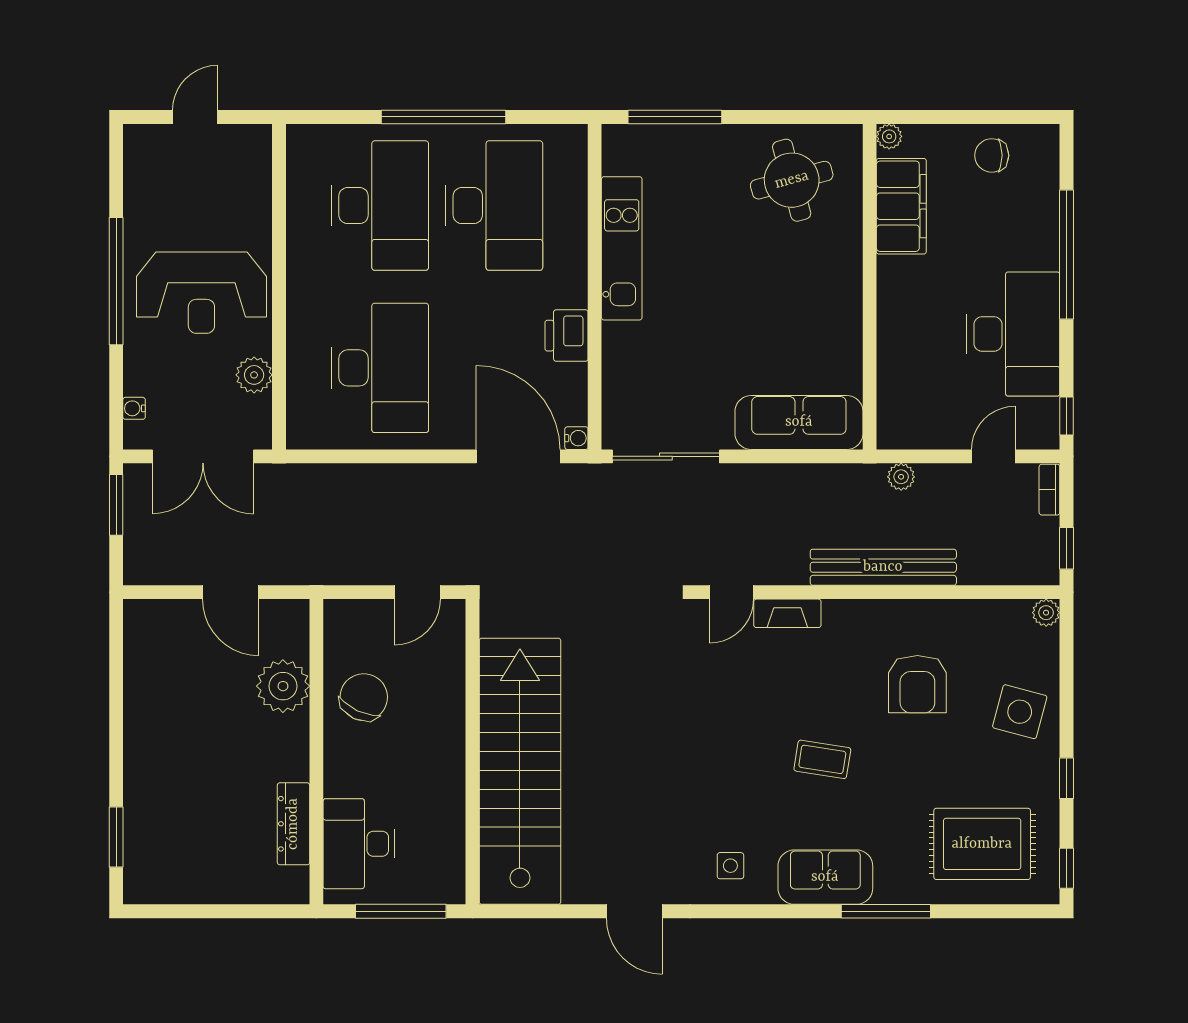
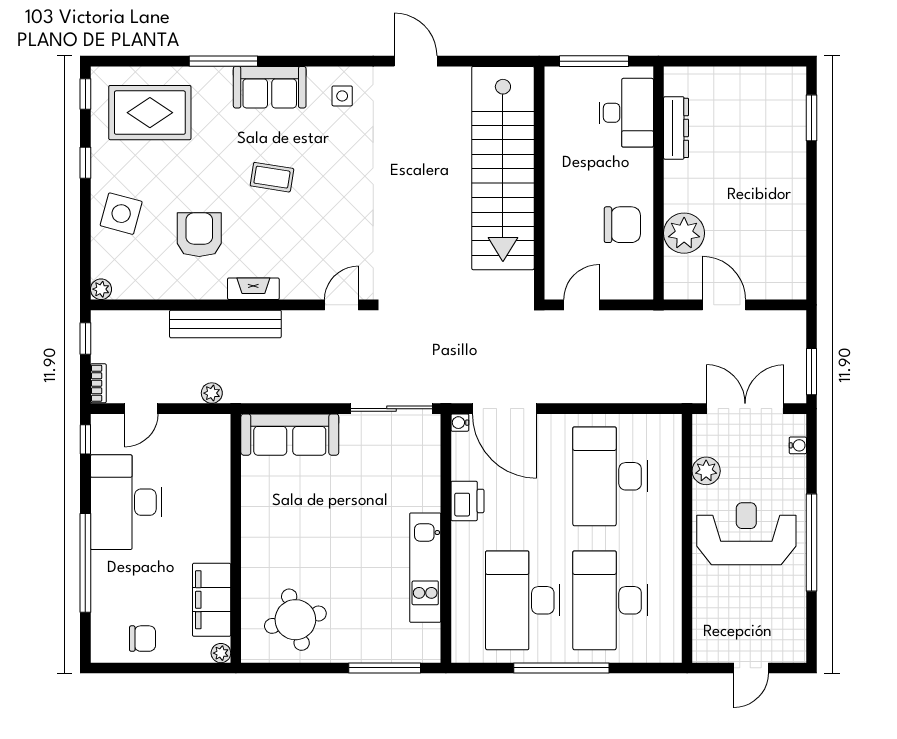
fireplace: (787, 613) -> (253, 289), moved
chair: (364, 697) -> (622, 225), turned -115

